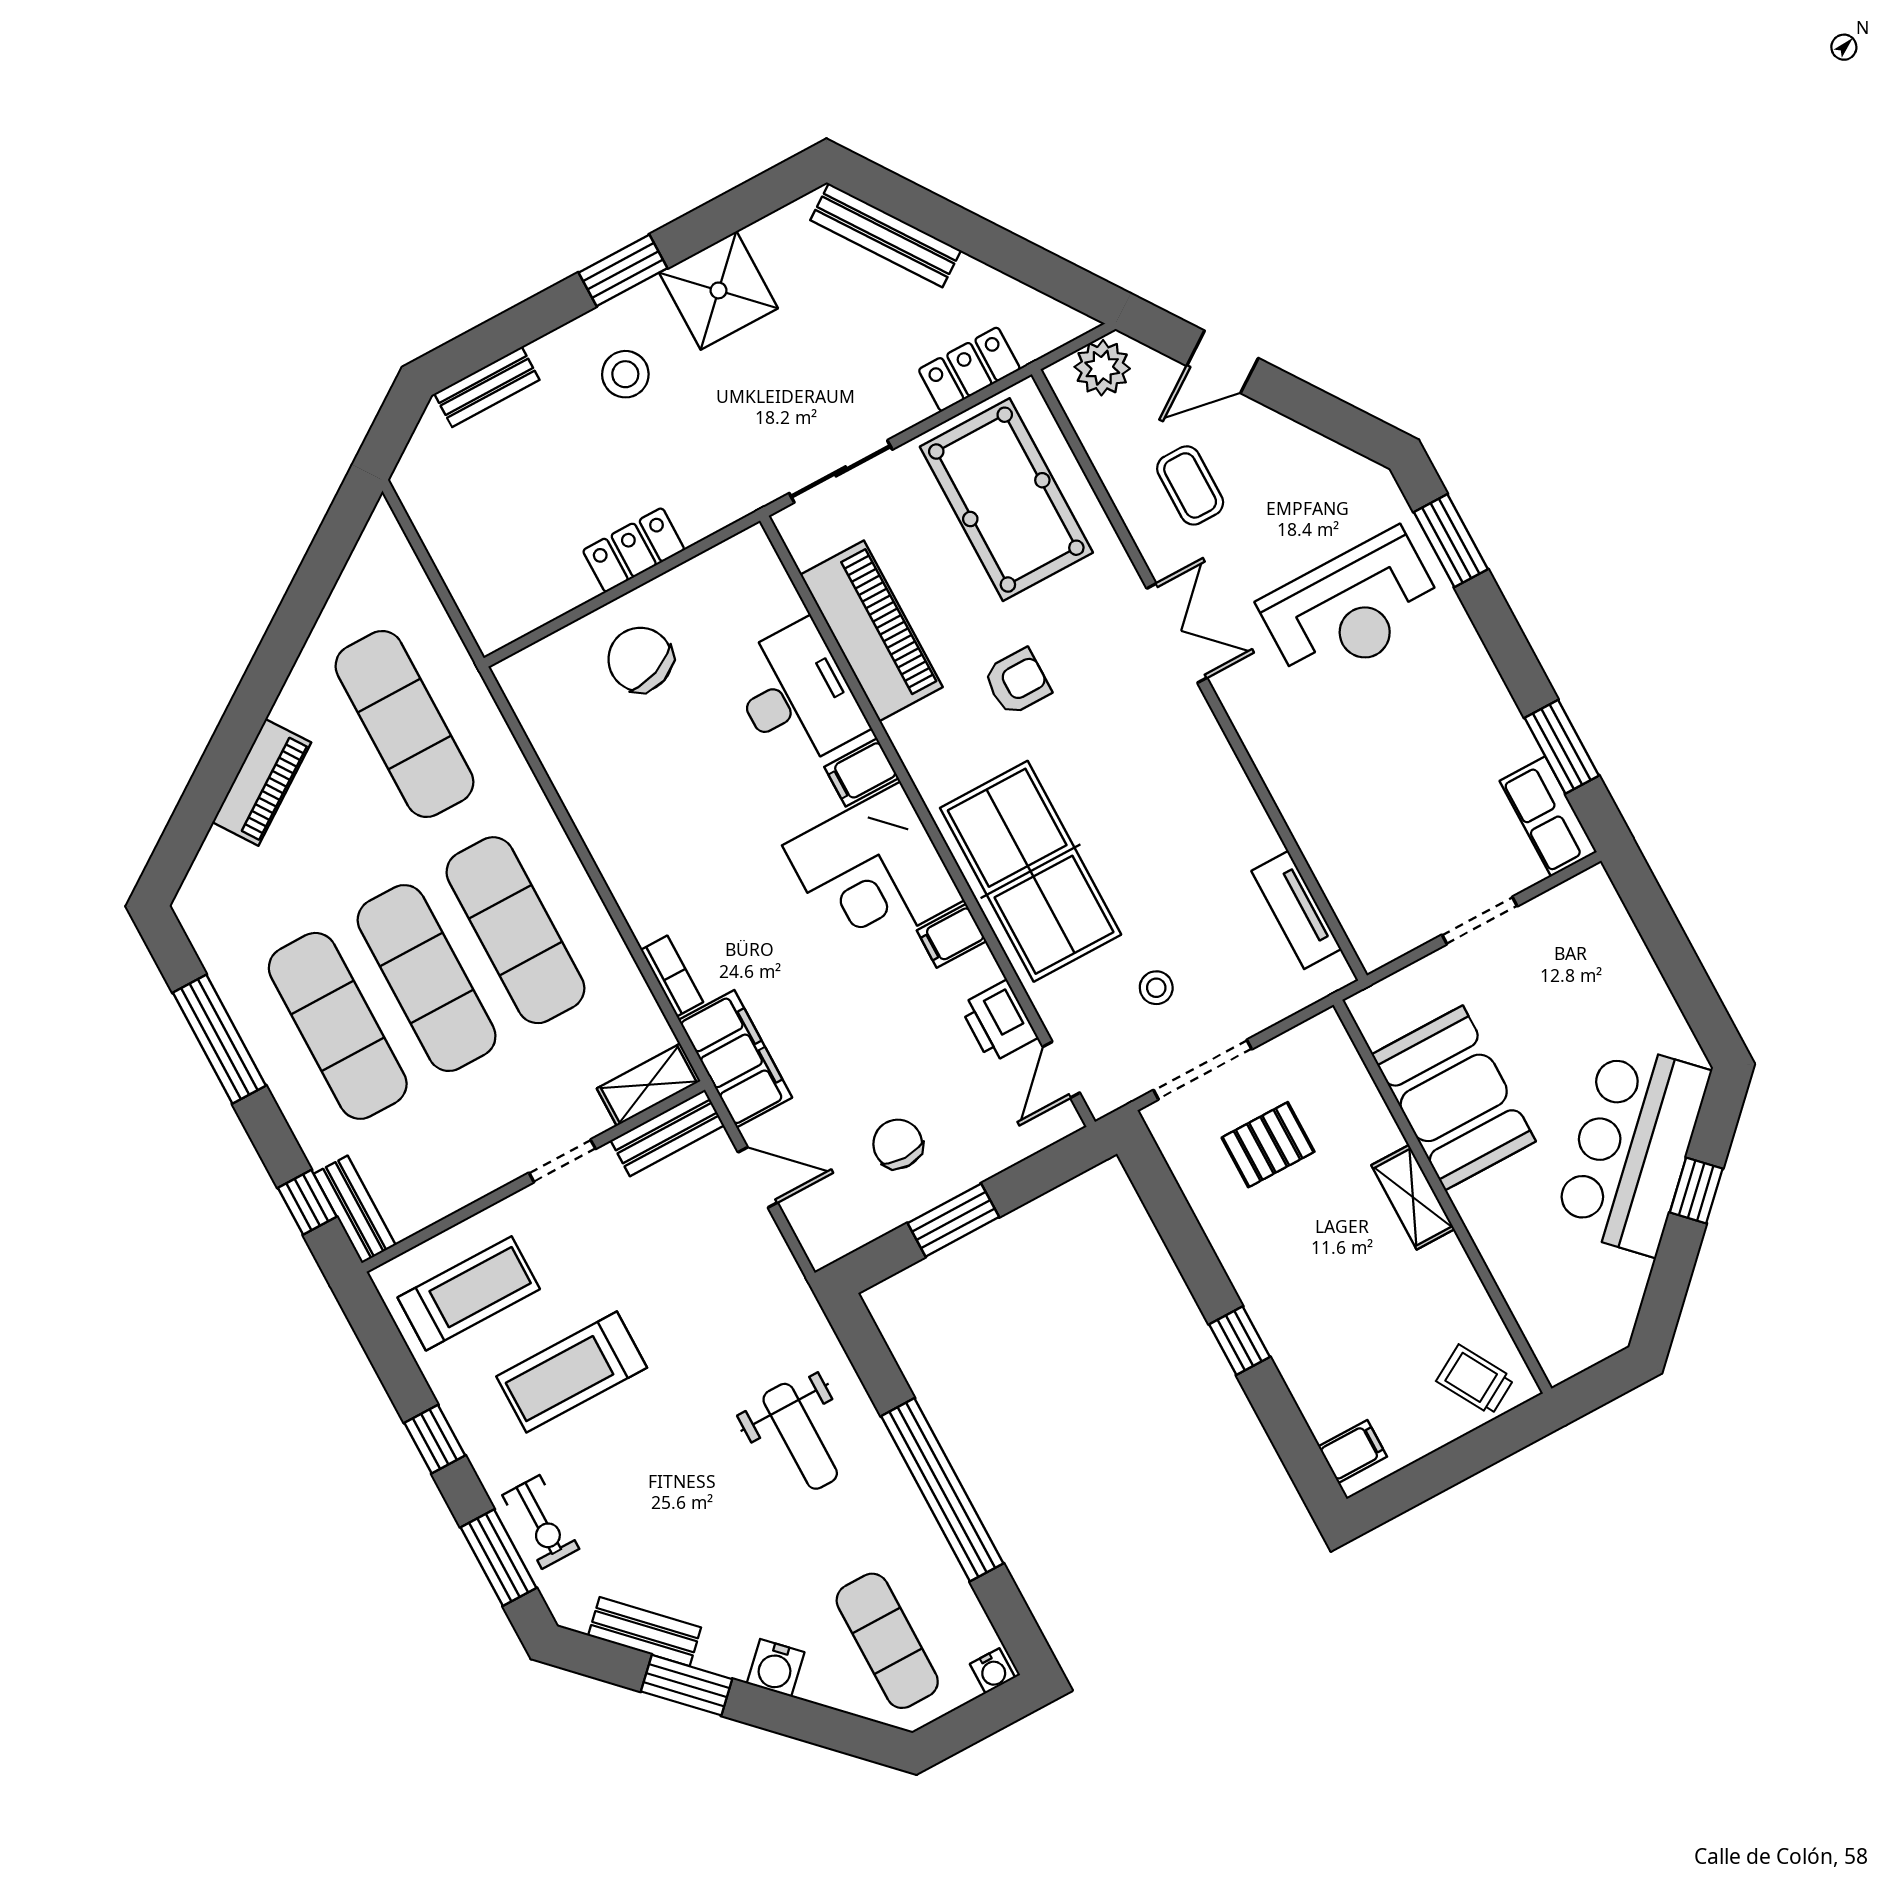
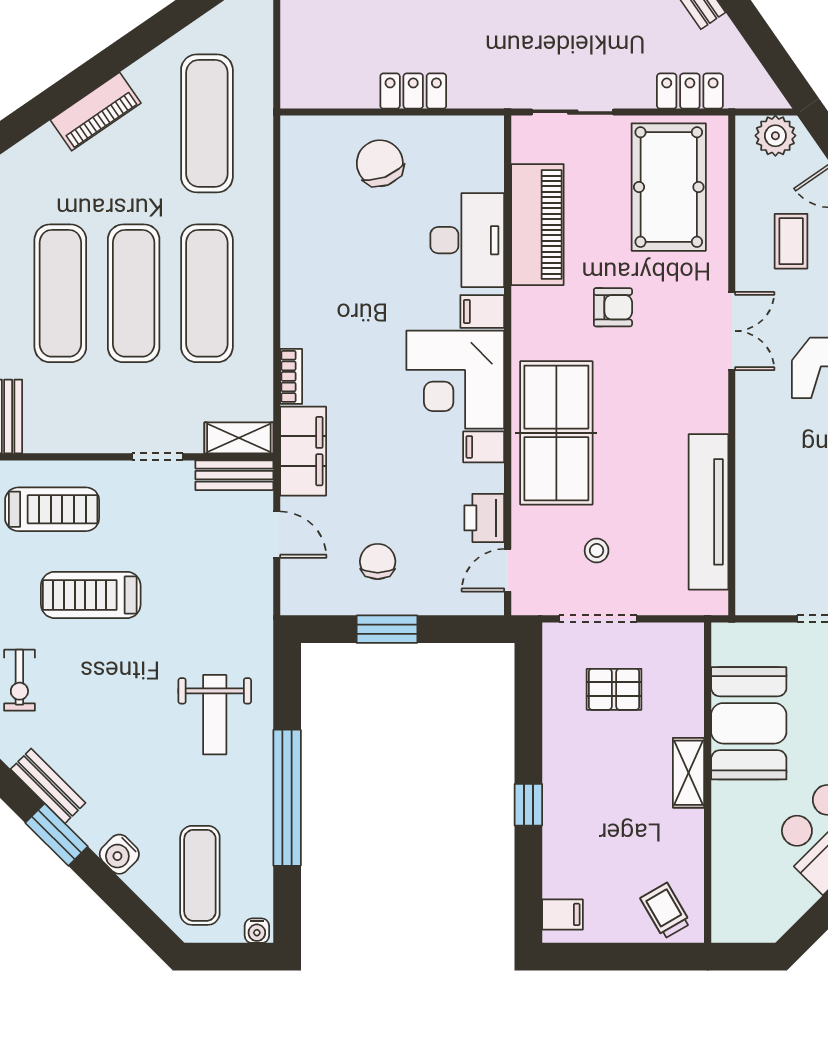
tv unit: (1296, 910) -> (708, 512), width x1.92, depth x1.29

